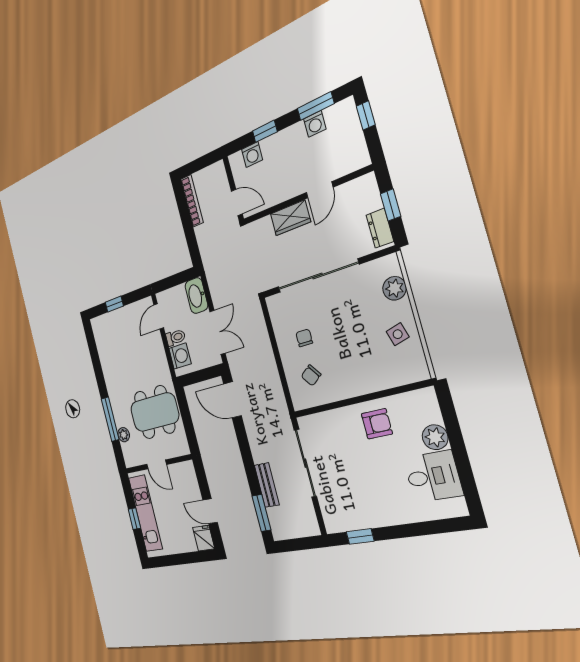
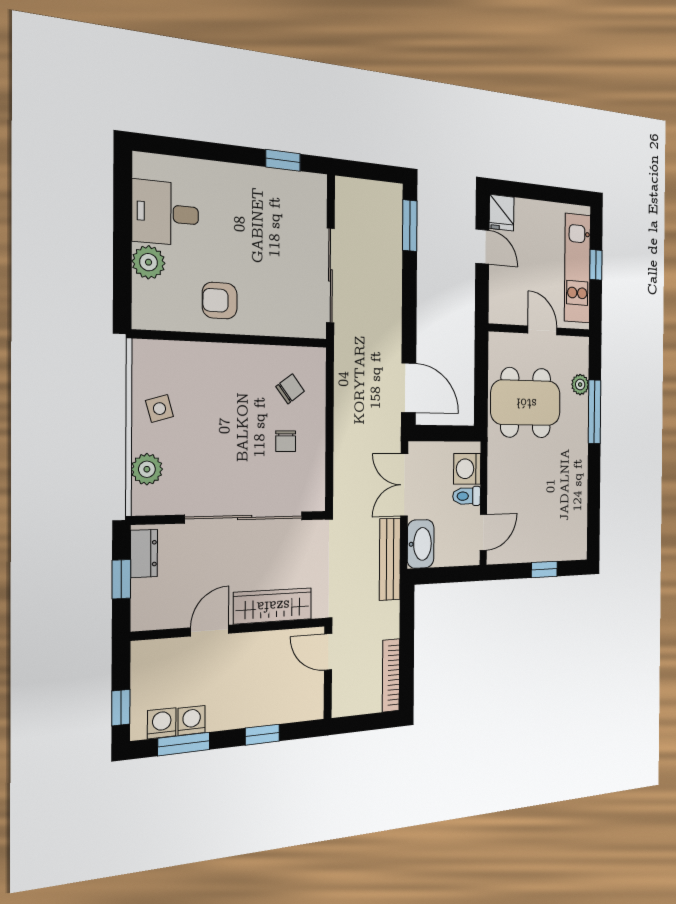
washing machine: (252, 155) -> (162, 723), moved
wardrobe: (290, 218) -> (273, 606), width x1.50
bench: (267, 485) -> (390, 559), moved, width x1.36

